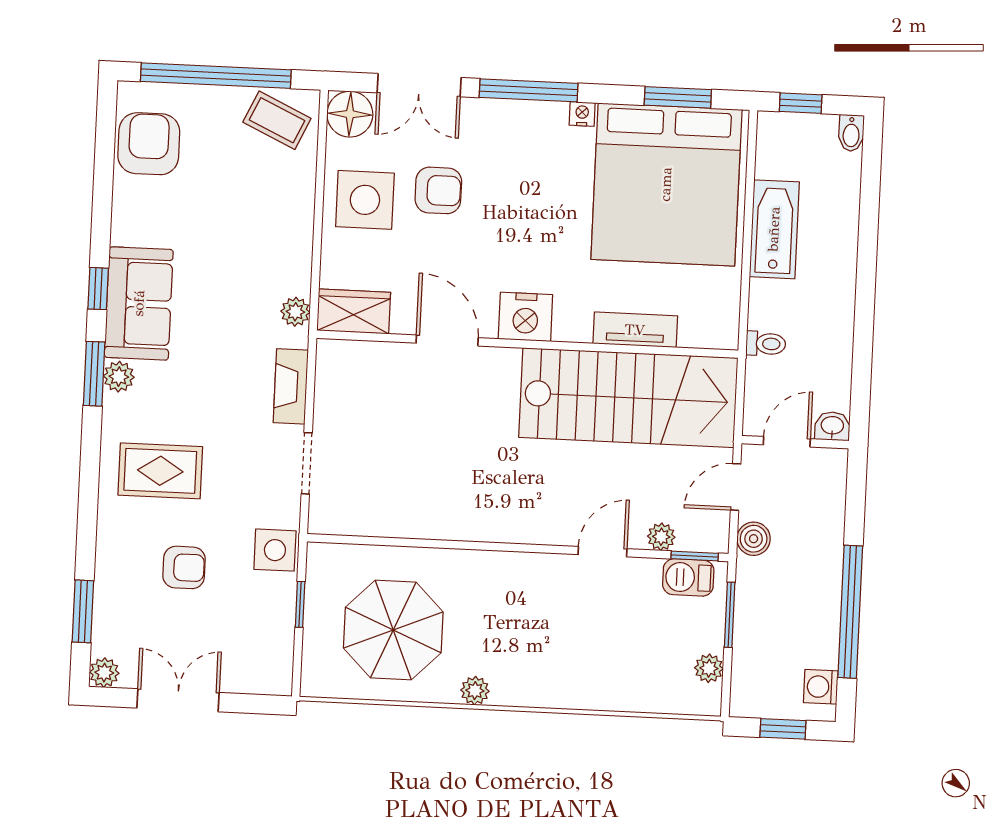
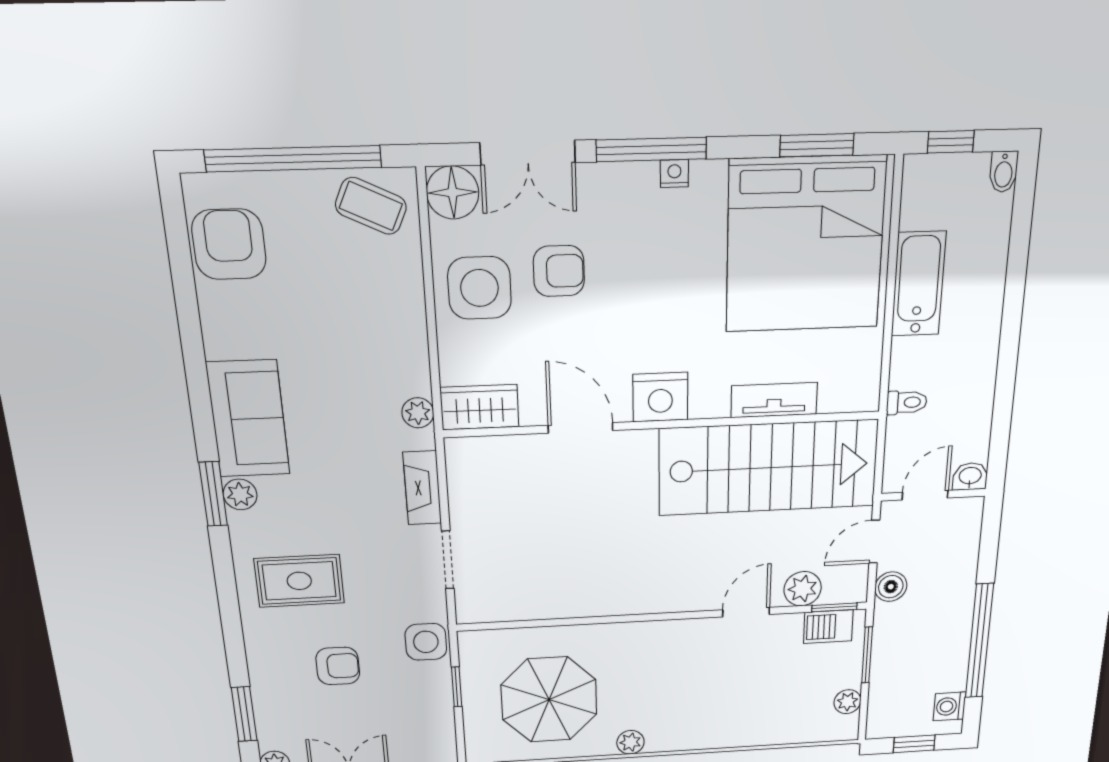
nightstand: (582, 114) -> (674, 173), moved
window: (98, 289) -> (201, 407), removed
plant: (661, 537) -> (803, 589), width x1.38, depth x1.38

